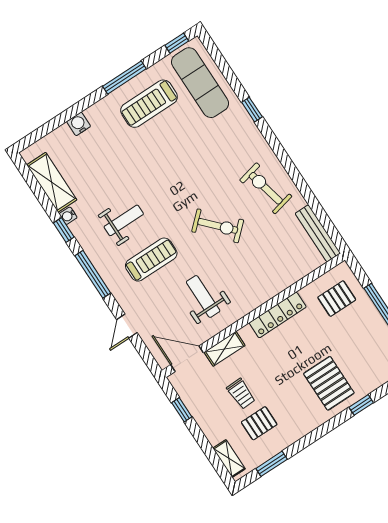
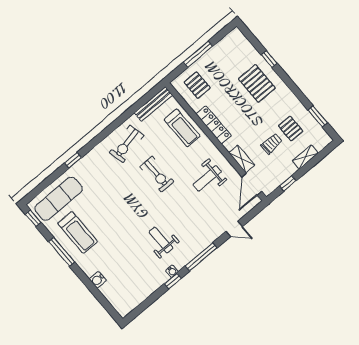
shelving: (52, 182) -> (141, 293), removed
water cooler: (68, 216) -> (172, 271), moved
exercise bike: (218, 226) -> (157, 174), turned 133
treadmill: (151, 260) -> (182, 128), moved, turned 180
pallet: (329, 383) -> (257, 83), turned 90
shelving: (229, 459) -> (305, 157), moved

